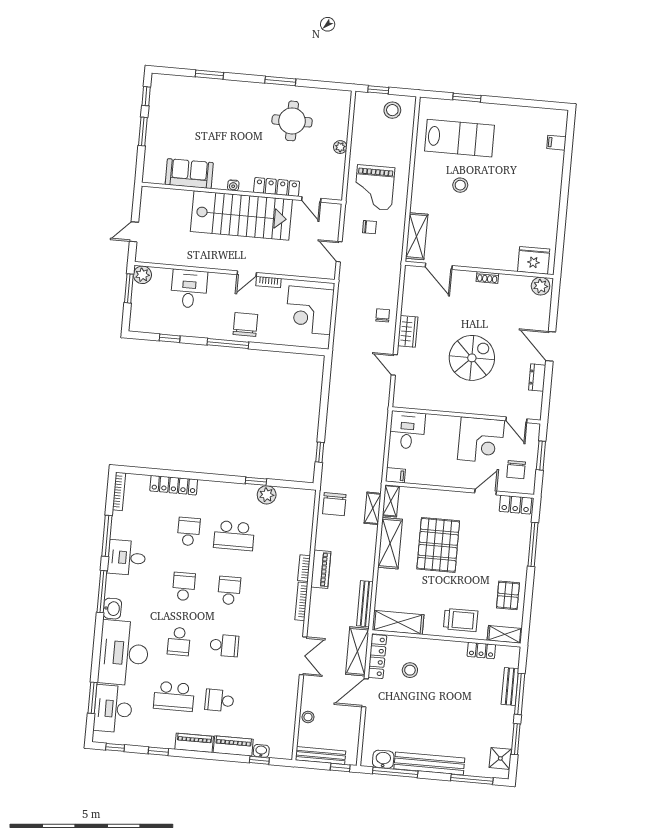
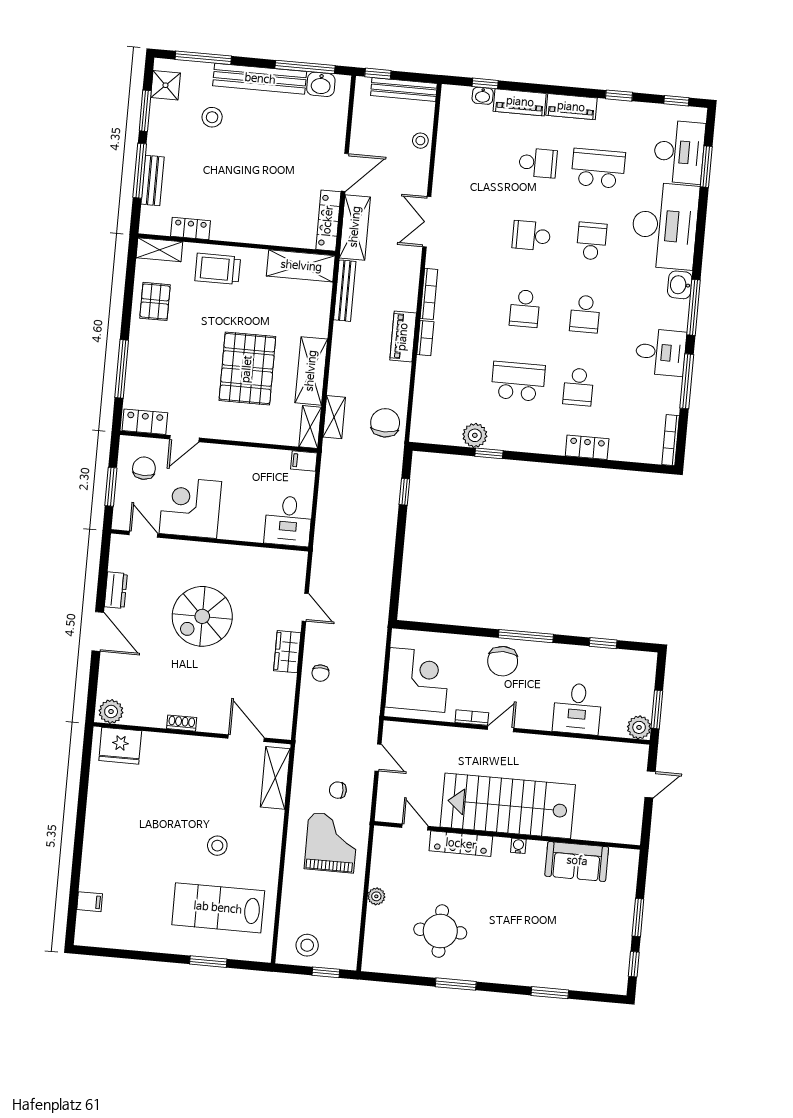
locker: (174, 485) -> (587, 447), width x0.66
stool: (410, 670) -> (212, 117), moved

